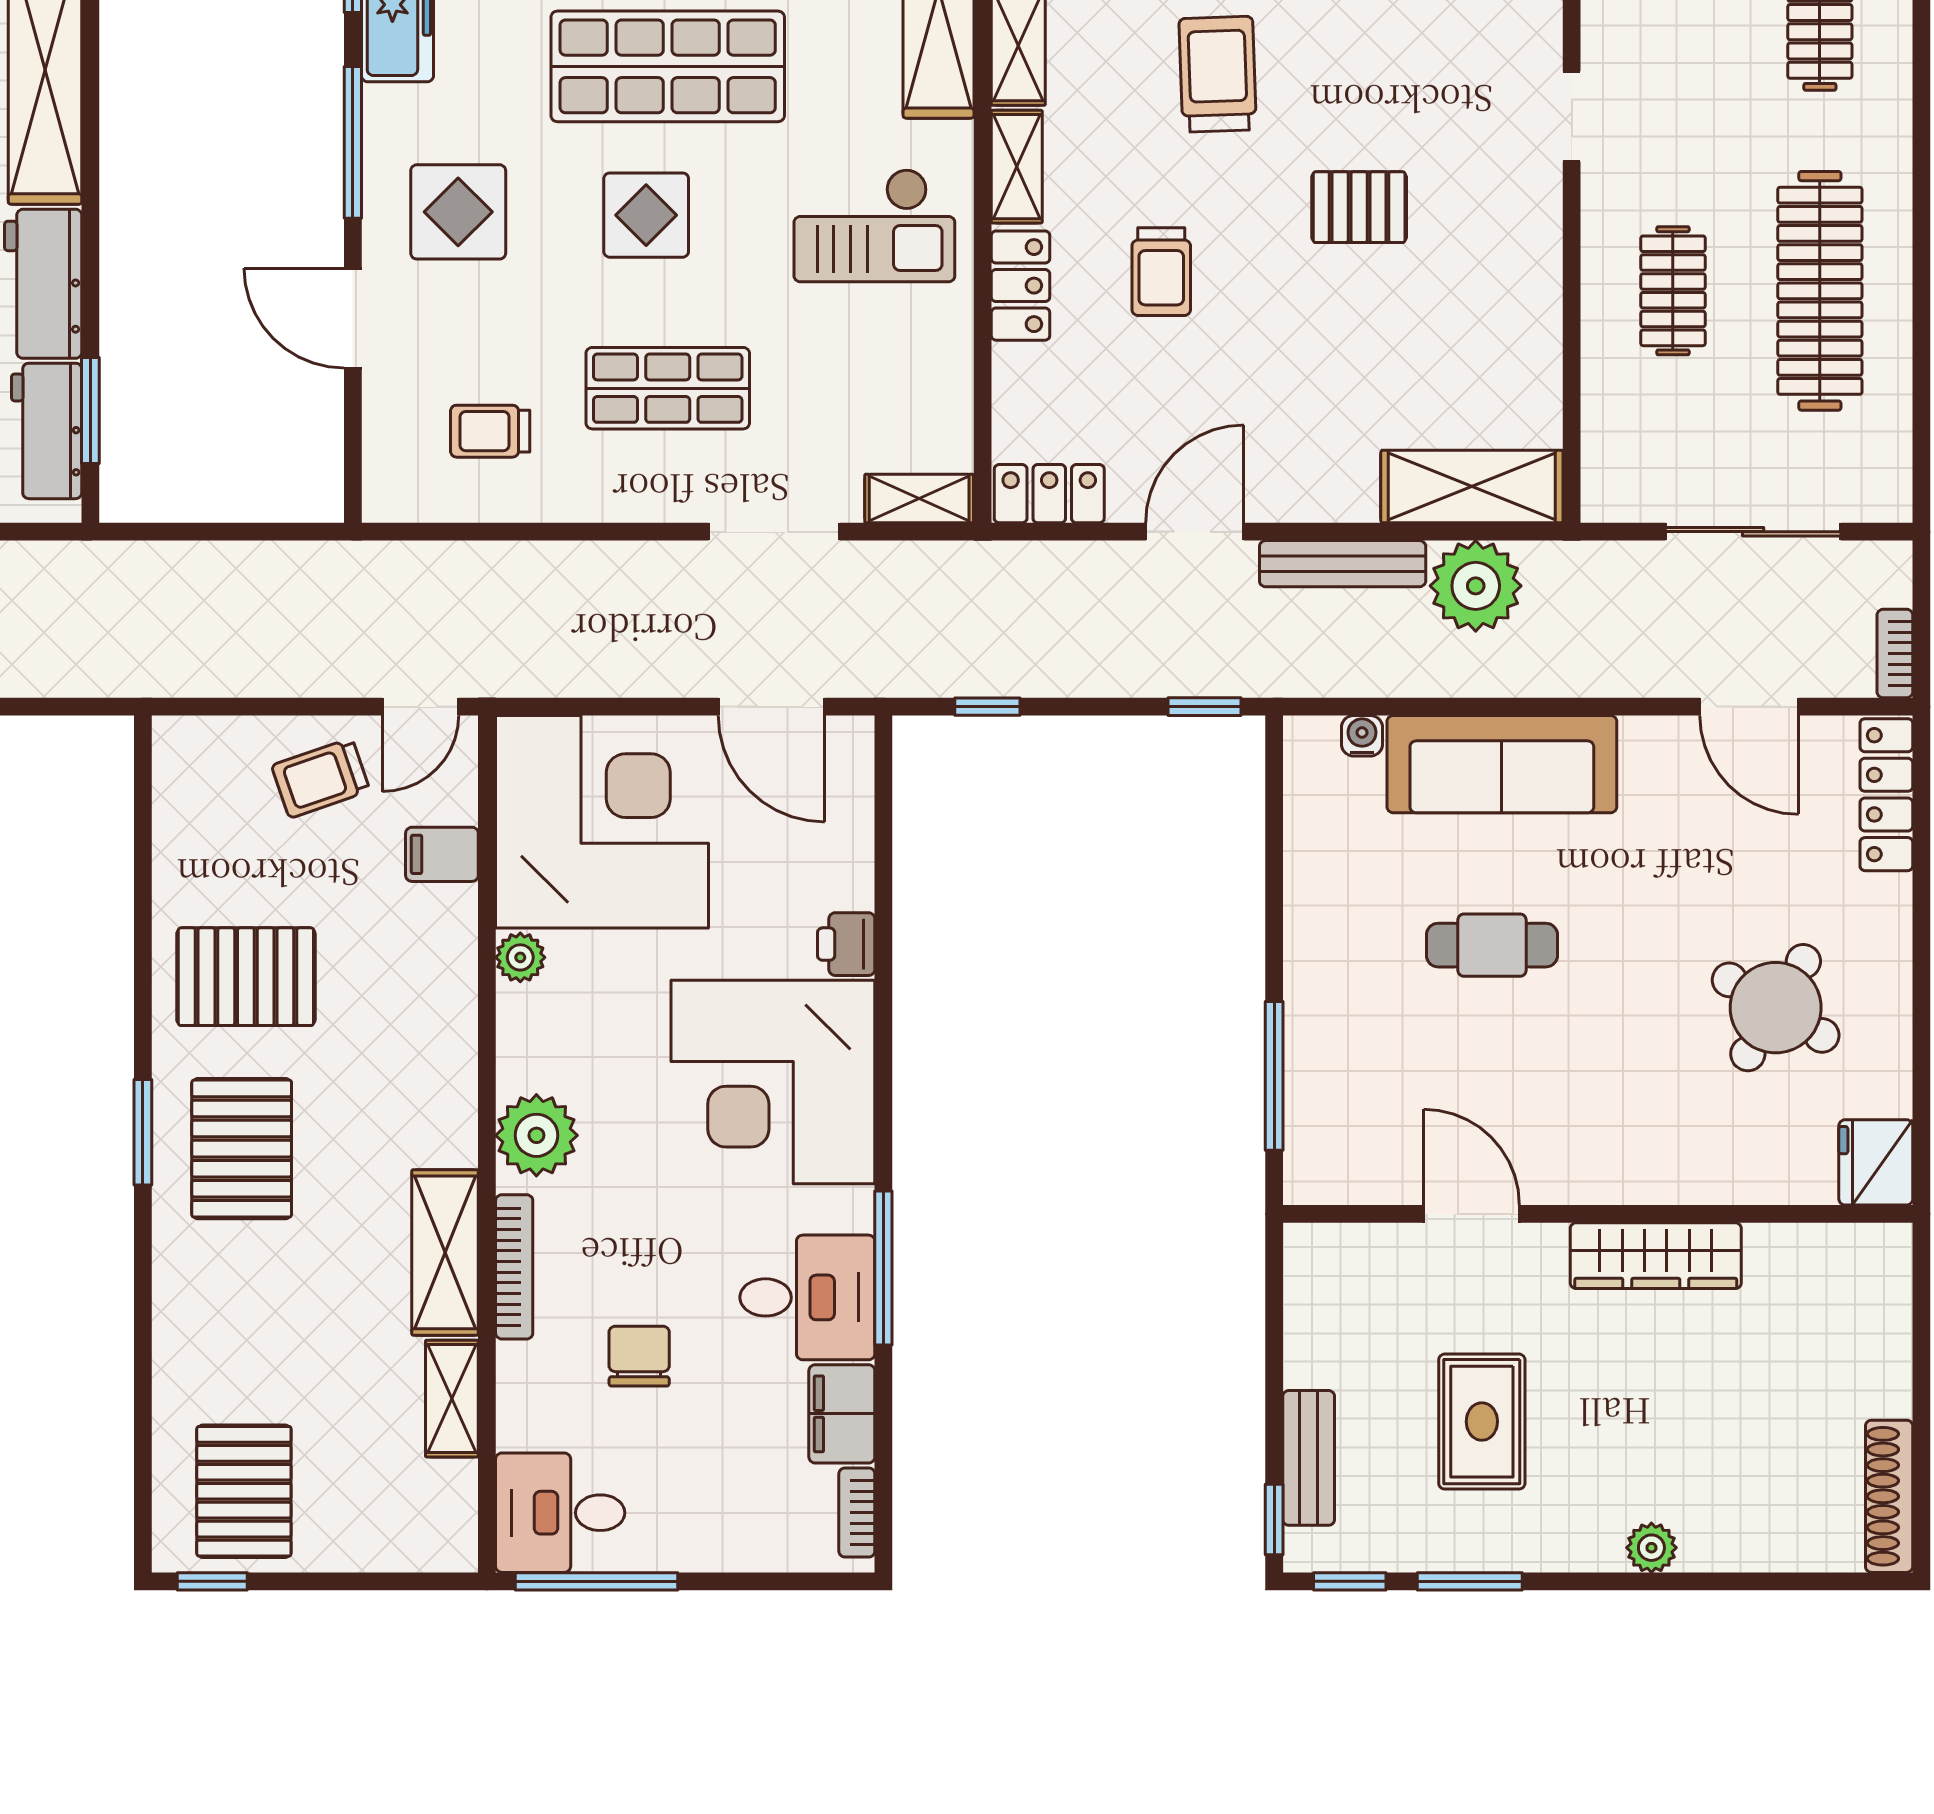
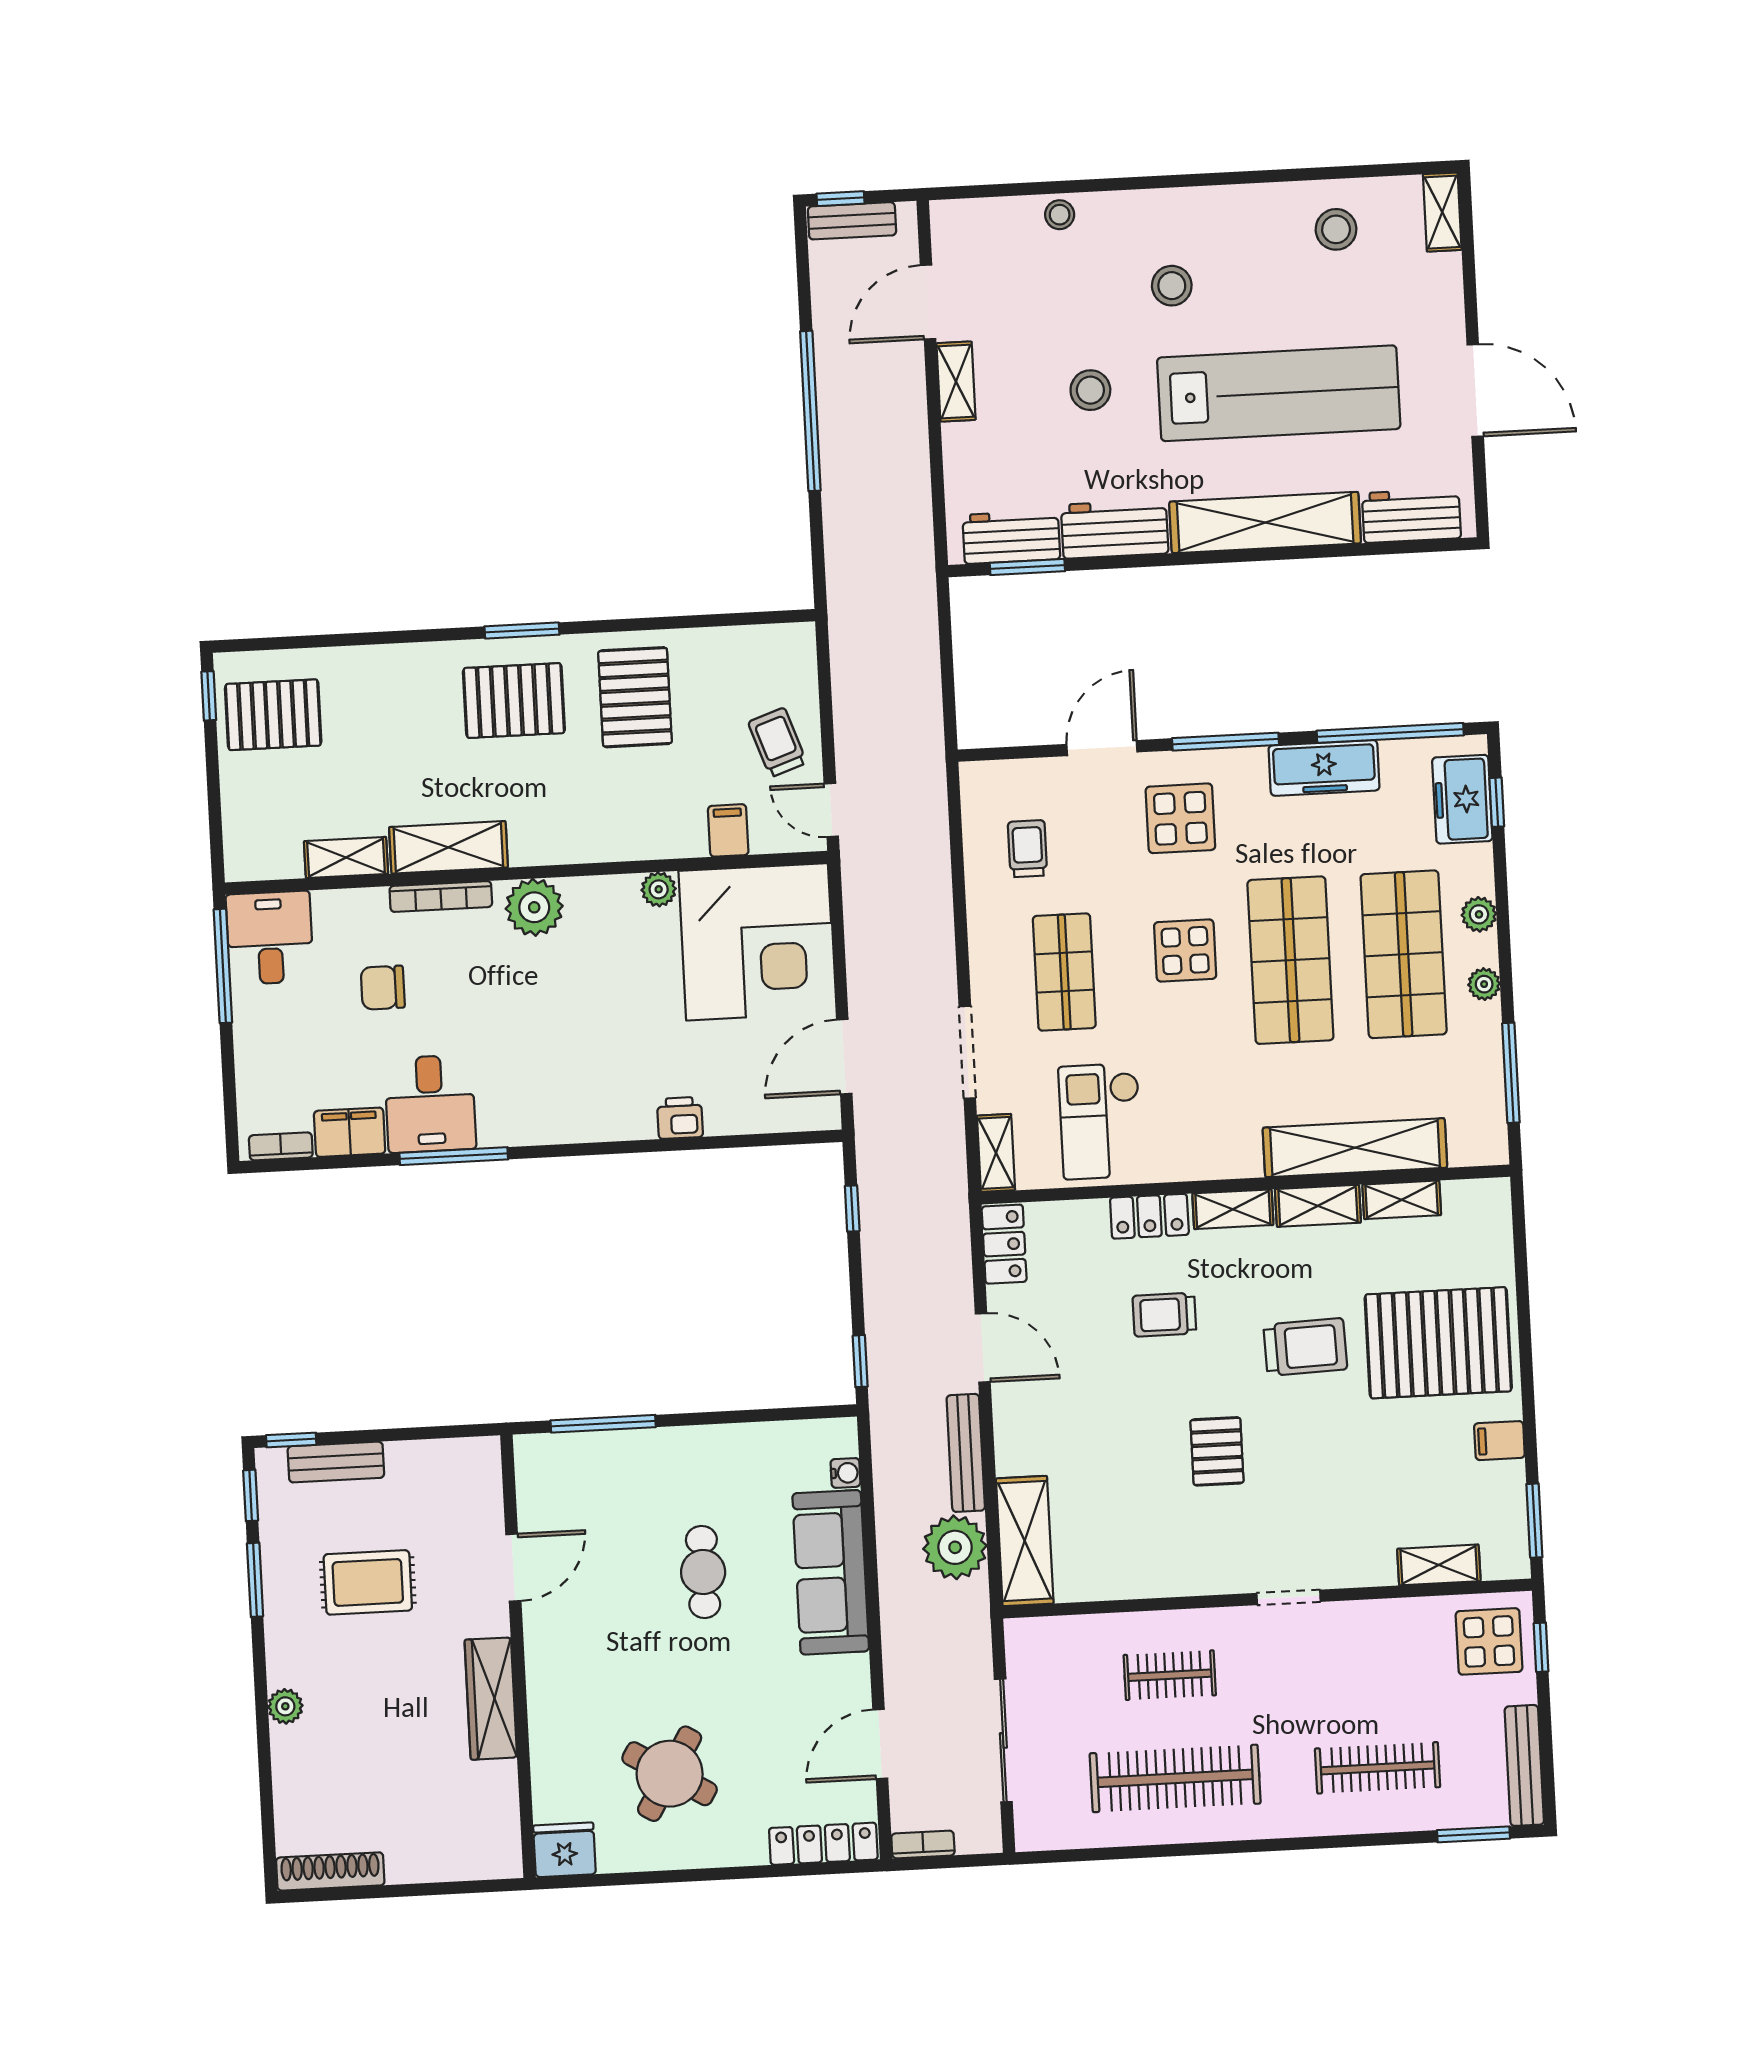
checkout: (874, 225) -> (1100, 1121), moved
corner desk: (773, 1082) -> (580, 1072), removed
chair: (639, 1356) -> (383, 988), turned 180

